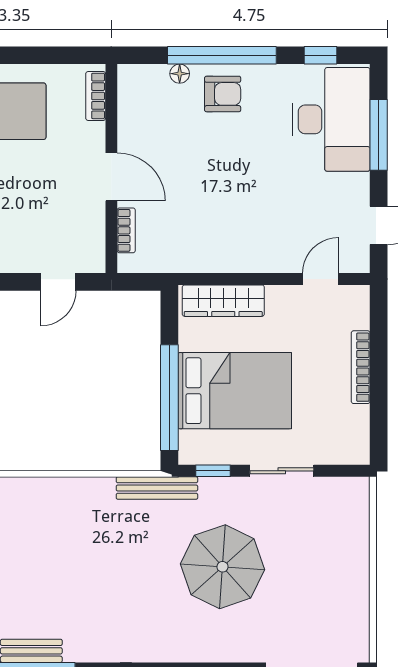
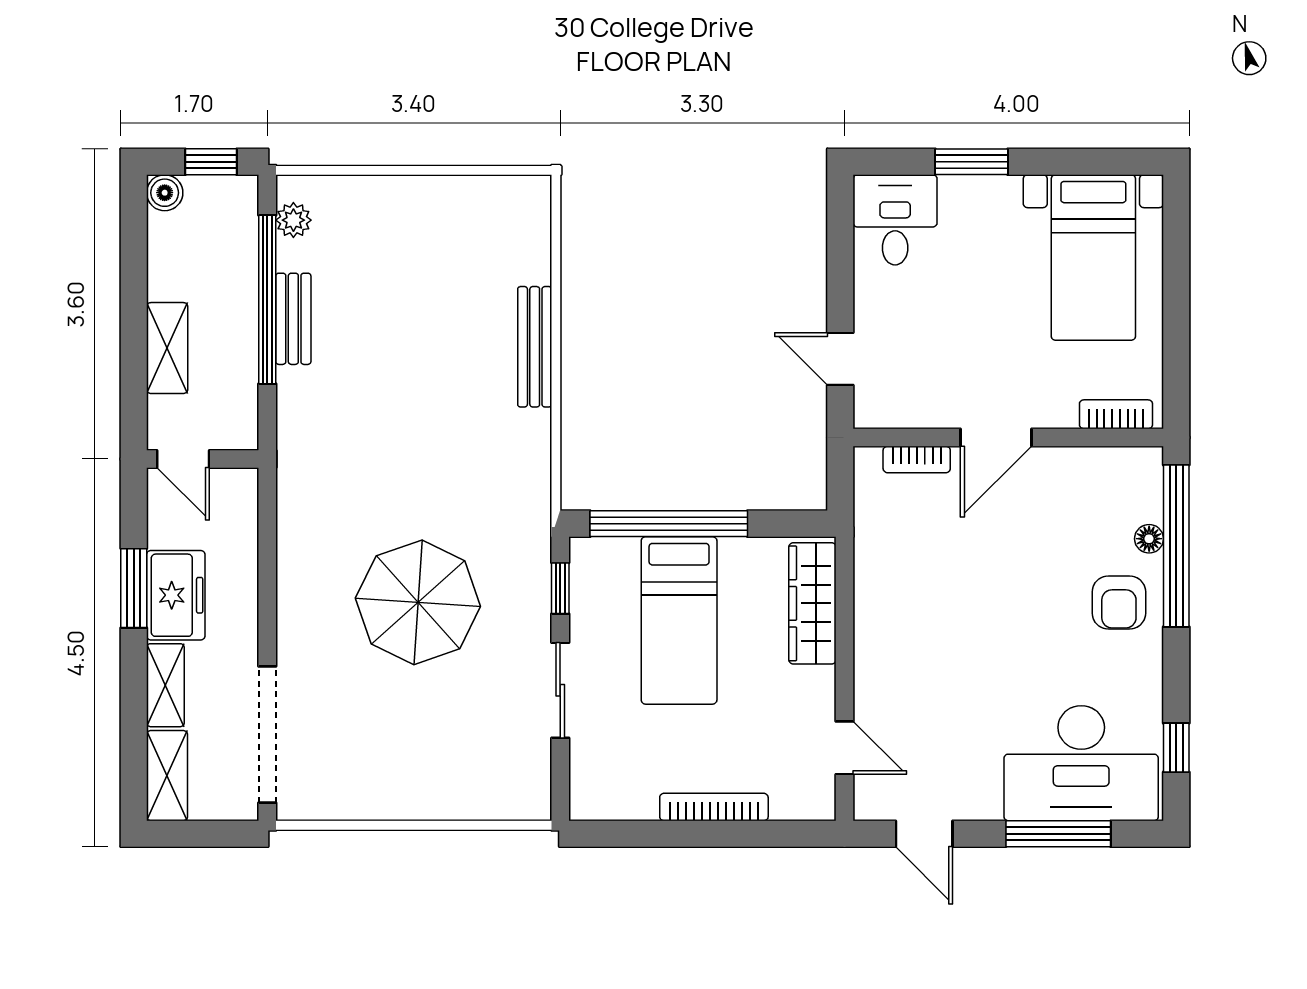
window: (222, 55) -> (1176, 546), moved
bed: (235, 391) -> (679, 620), width x0.67
bench: (157, 488) -> (535, 347), moved

